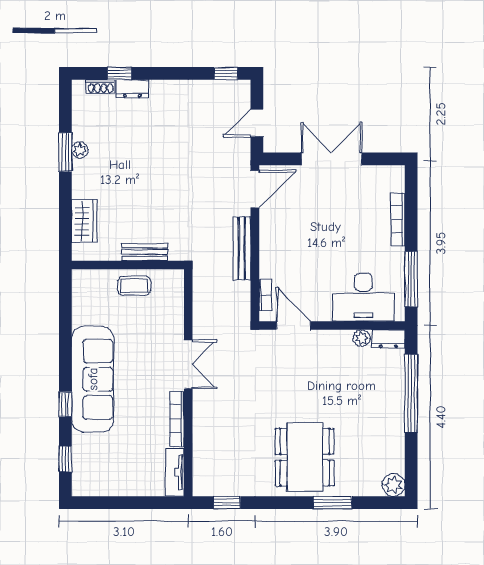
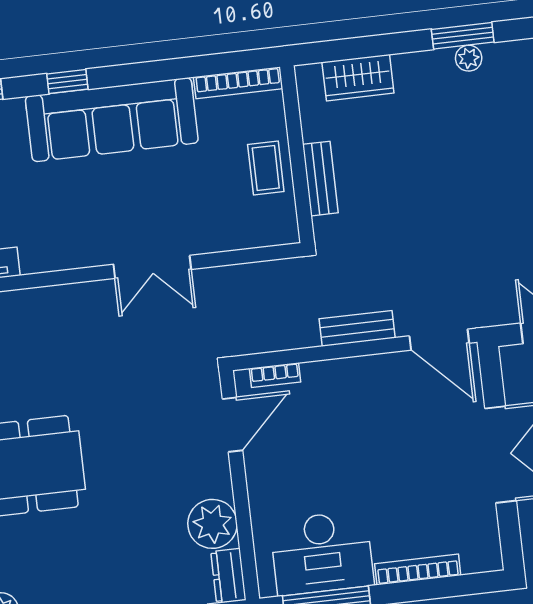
bench: (242, 248) -> (357, 328), width x0.73
desk: (363, 297) -> (322, 553), moved, turned -90
plant: (362, 338) -> (212, 524), width x1.88, depth x1.88
bookcase: (177, 419) -> (238, 83), moved, turned 180

